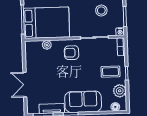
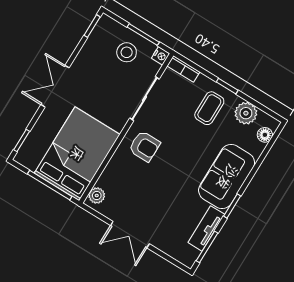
stool: (101, 11) -> (127, 52), moved
plant: (47, 45) -> (97, 195), moved
armchair: (72, 53) -> (144, 146), turned -90
double door: (25, 85) -> (130, 235), moved

